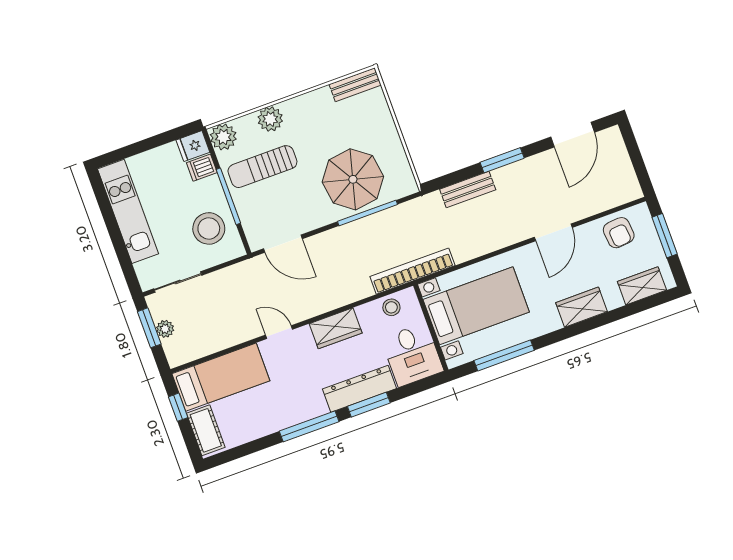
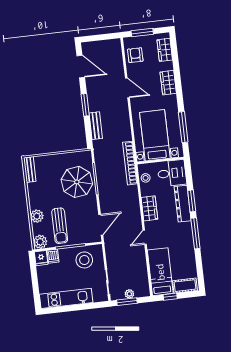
armchair: (619, 233) -> (135, 55), turned -85

